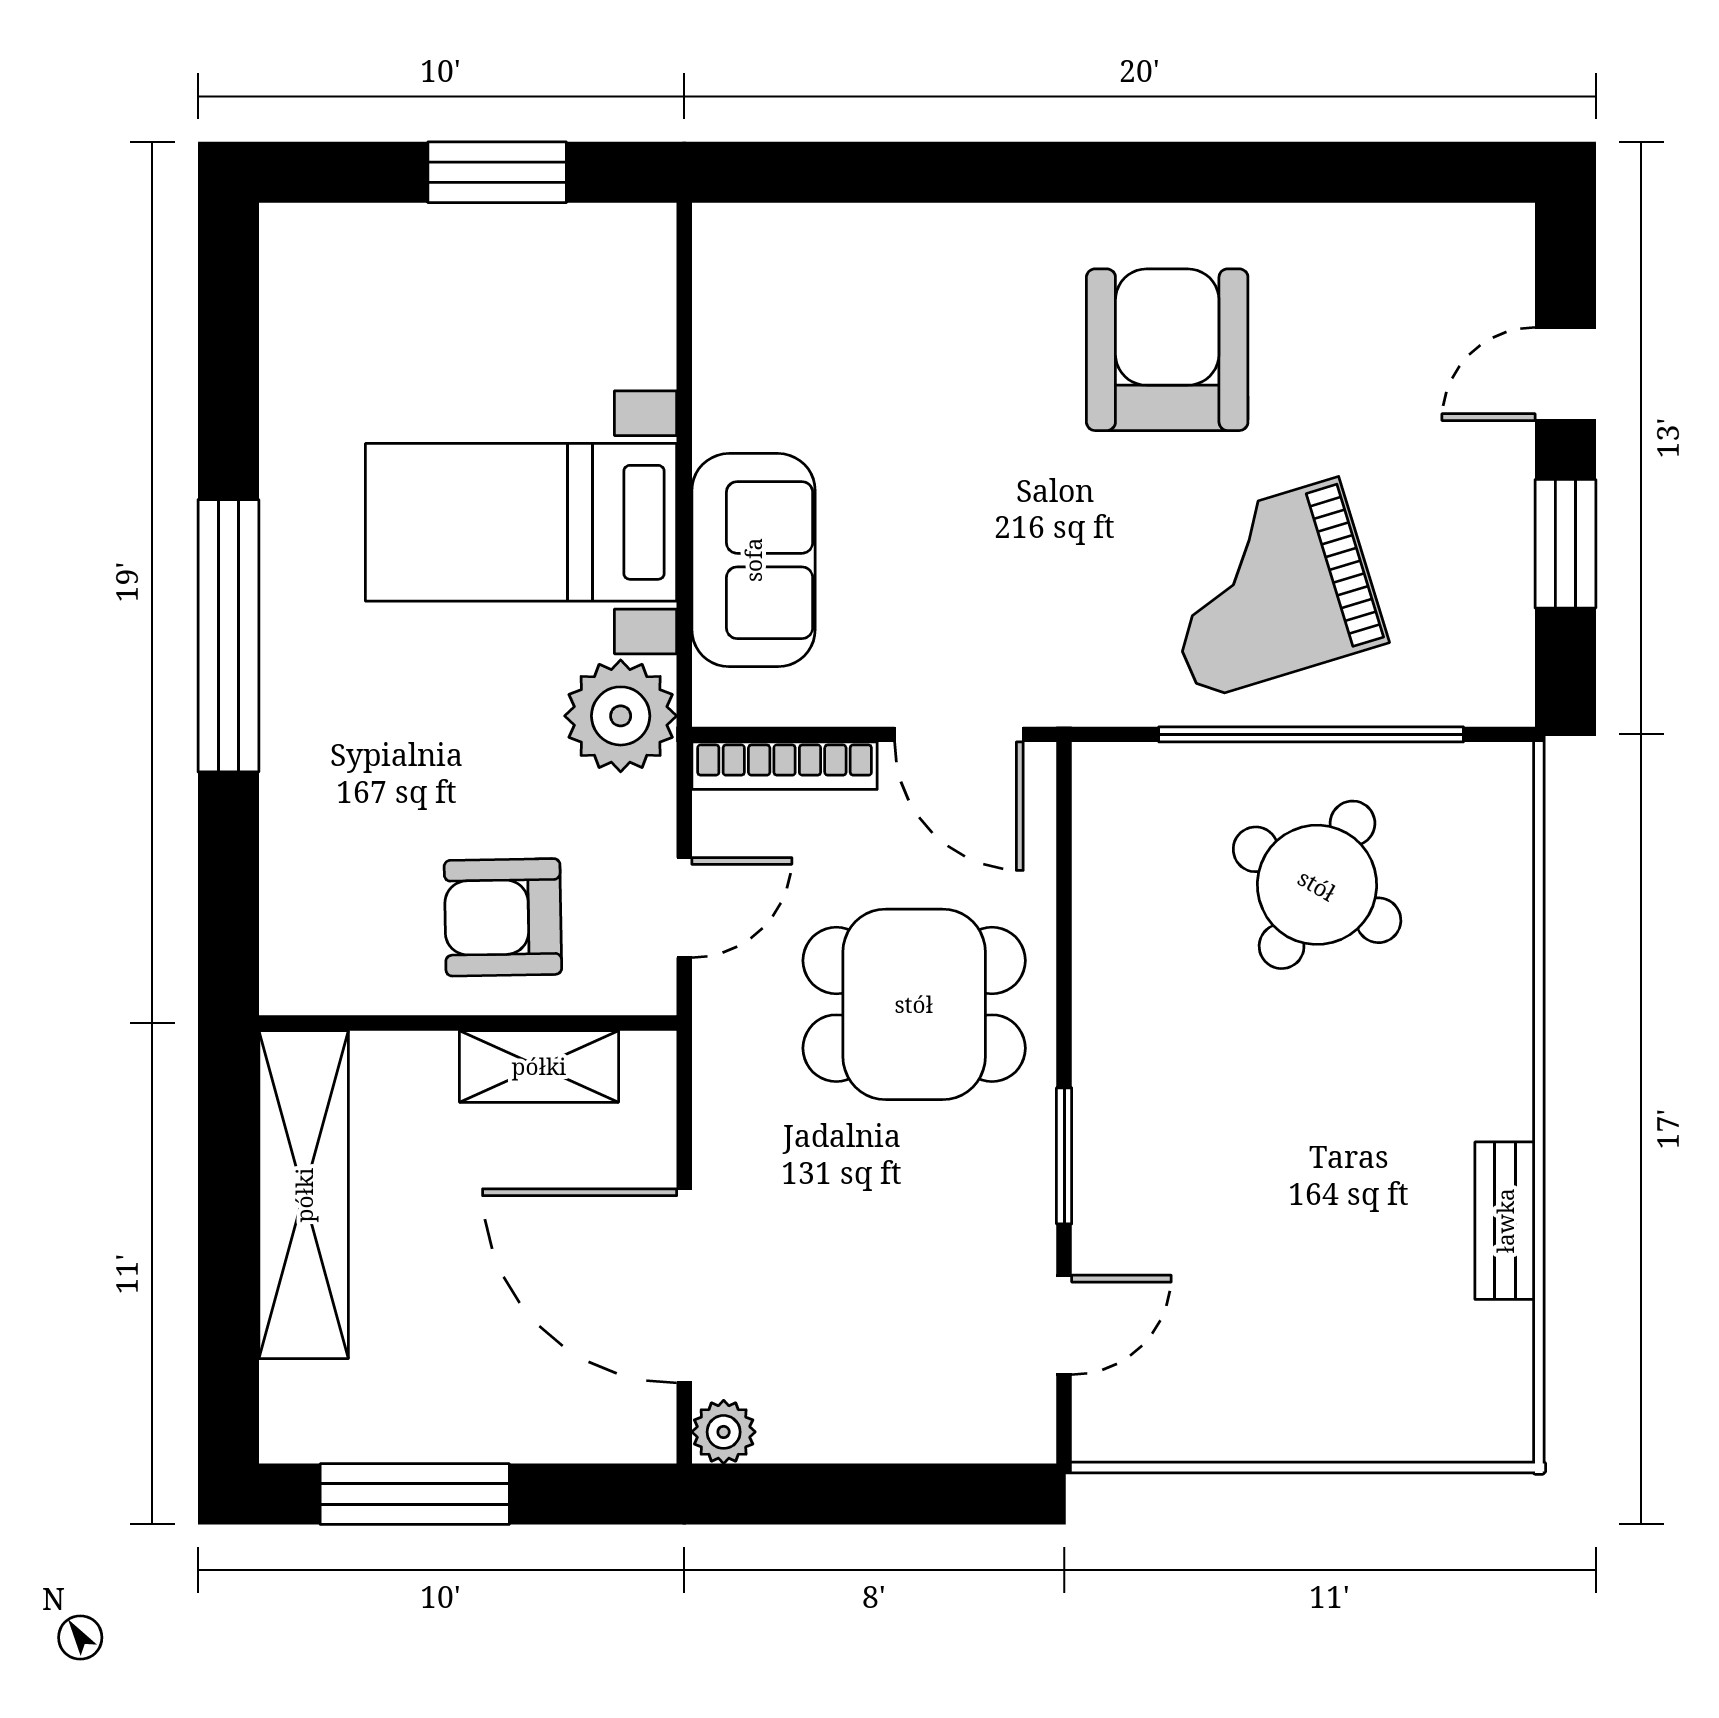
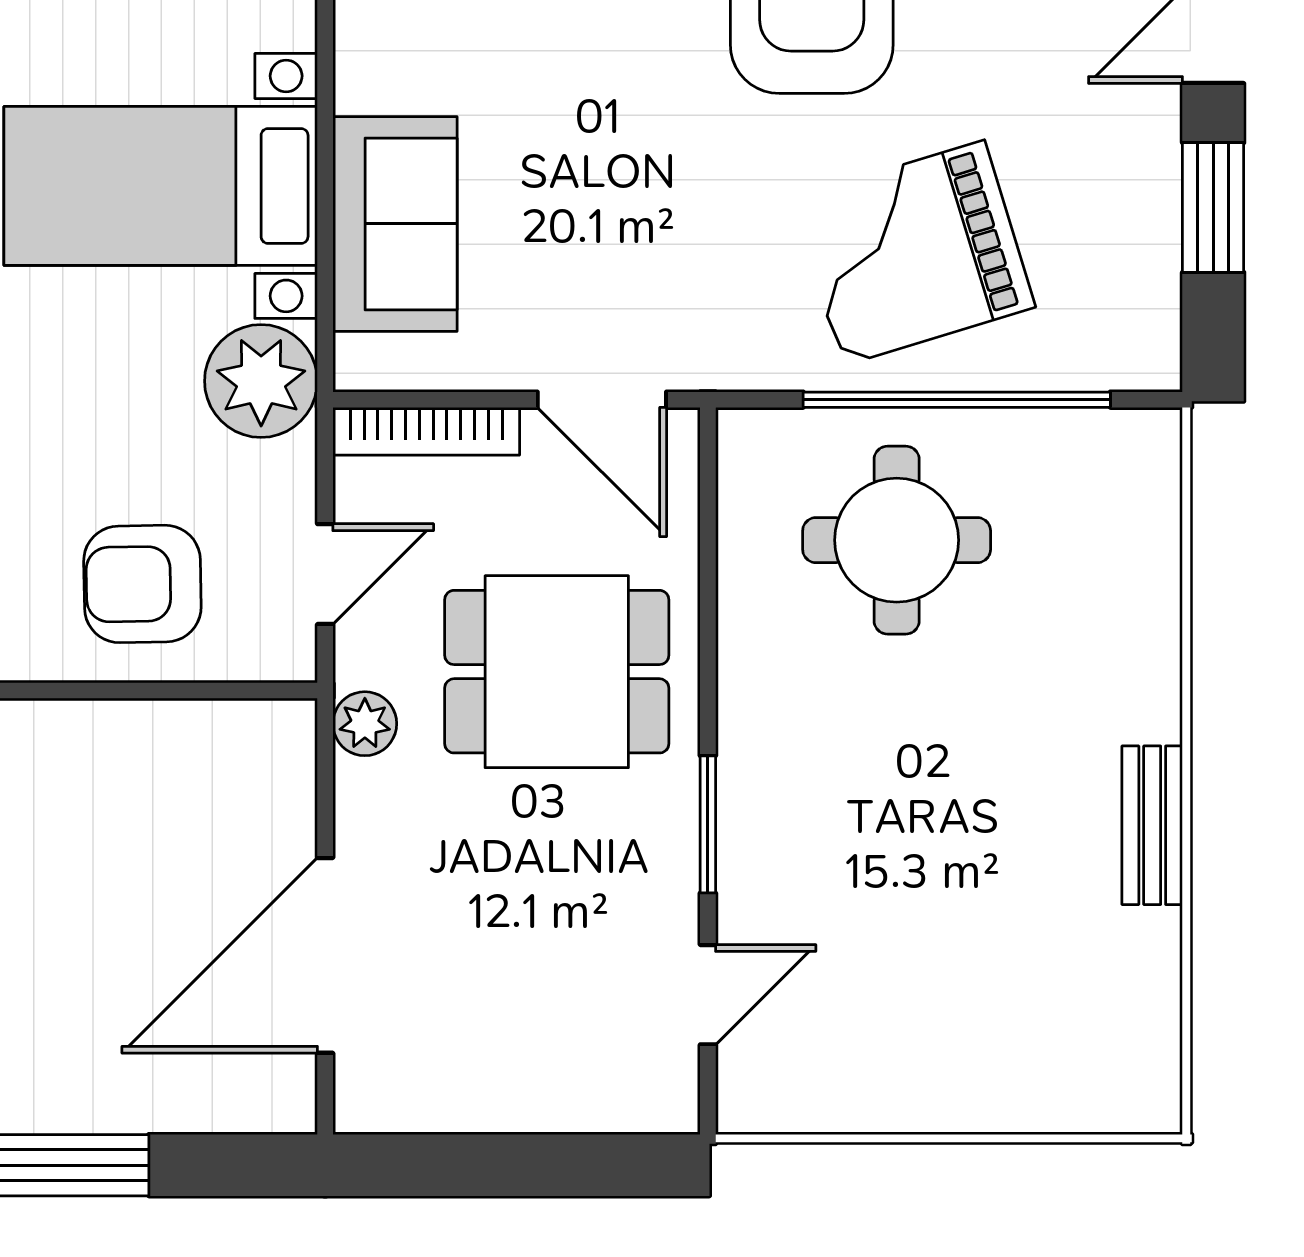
round table: (1317, 885) -> (897, 540), moved, turned -30
shelving: (539, 1066) -> (179, 734), removed
bench: (1505, 1221) -> (1152, 825), moved
door: (684, 1286) -> (325, 955), hinge flipped
plant: (724, 1432) -> (365, 724), moved

